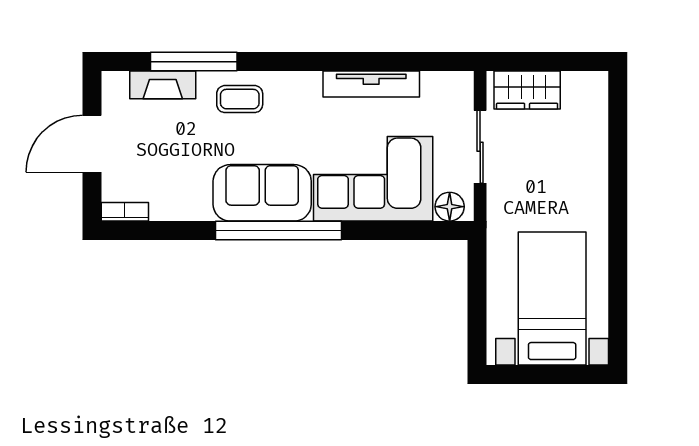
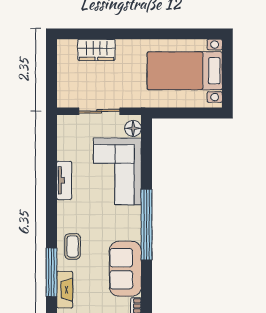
tv unit: (371, 84) -> (64, 180), width x0.71
wardrobe: (527, 90) -> (96, 50), moved, turned 90
sofa: (262, 193) -> (125, 269), moved

